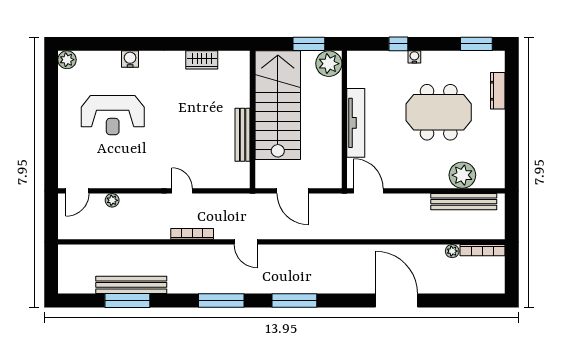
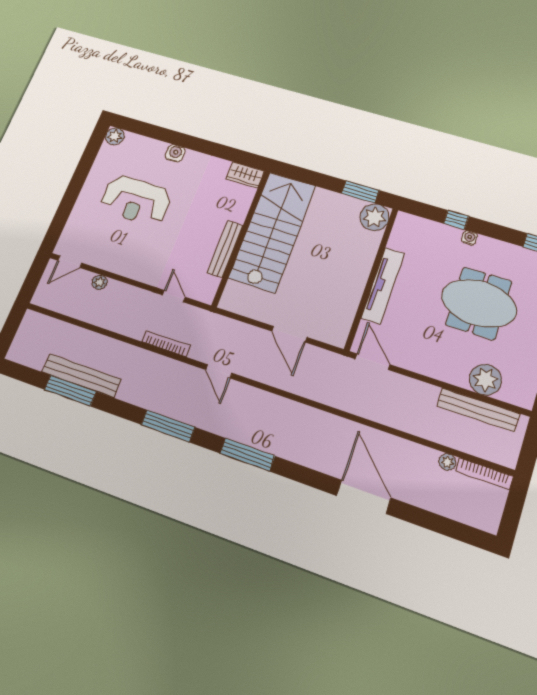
stairs: (278, 105) -> (272, 231), moved
wall: (253, 119) -> (241, 238), moved
bench: (243, 135) -> (225, 249), moved

